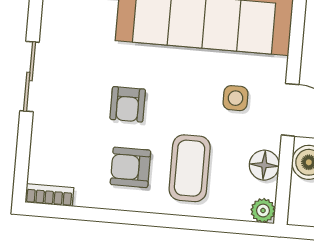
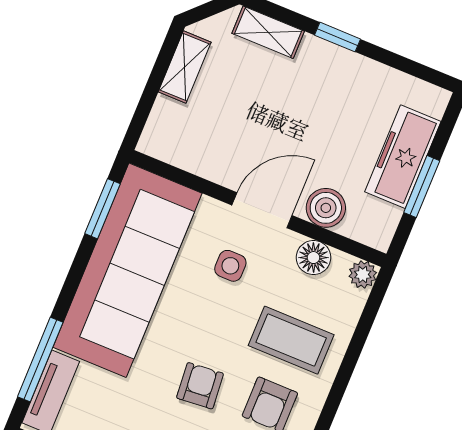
armchair: (128, 104) -> (200, 386), turned -95

